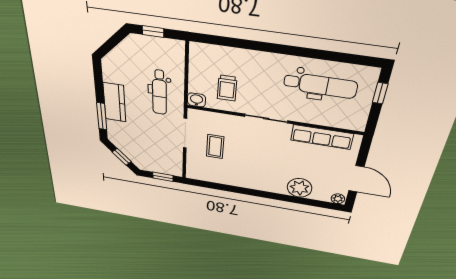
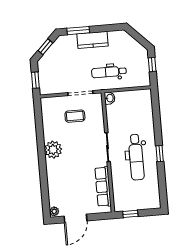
window: (293, 51) -> (160, 154), added
dental chair: (320, 85) -> (136, 157), moved
trolley: (227, 88) -> (124, 117), removed
window: (380, 93) -> (130, 214), moved
plant: (299, 188) -> (53, 150), moved

